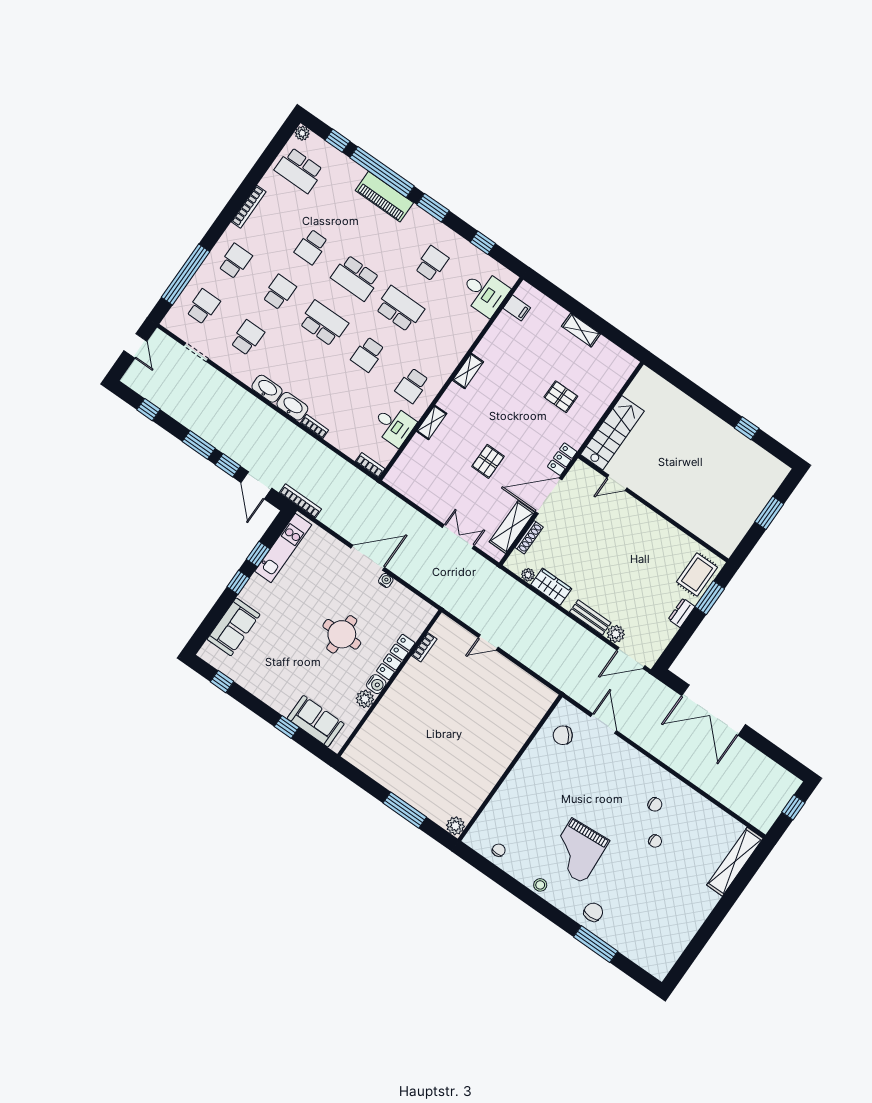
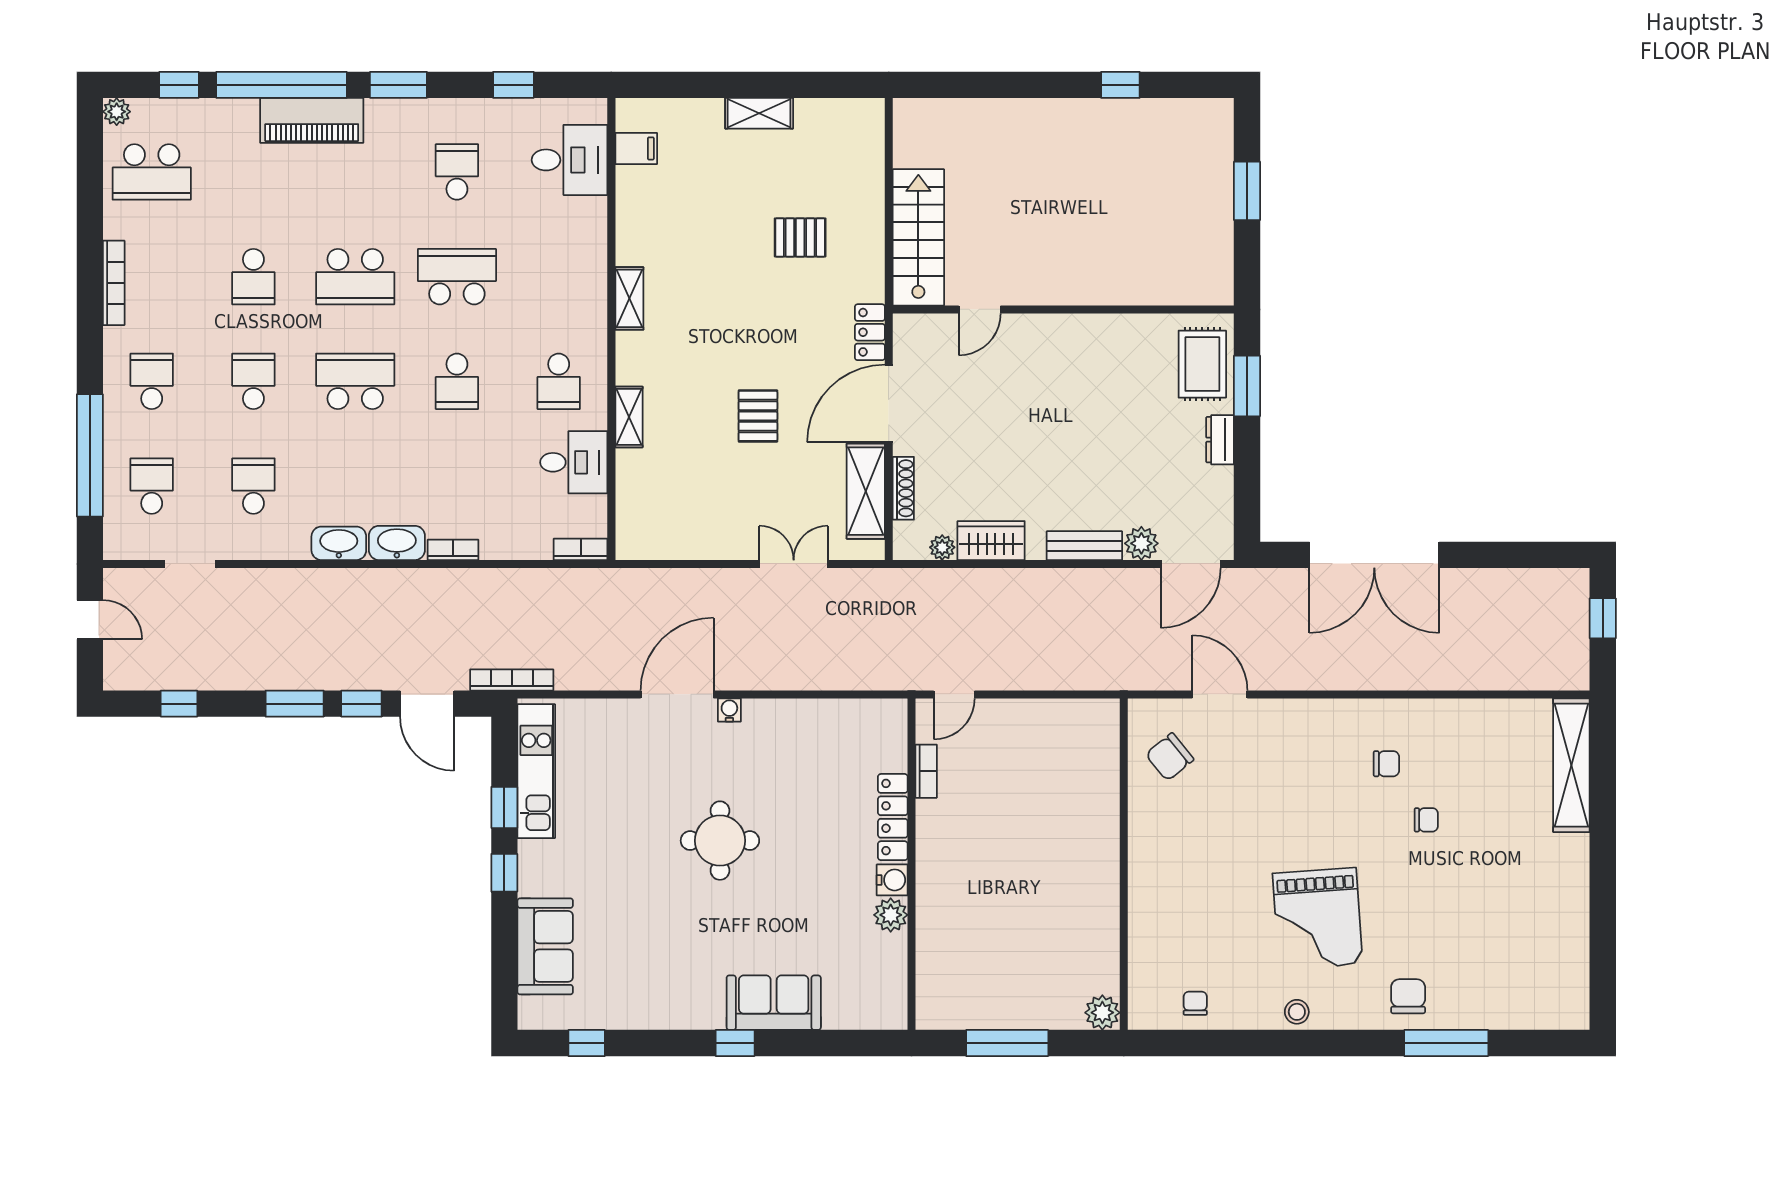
bookcase: (424, 647) -> (926, 771), moved
locker: (396, 657) -> (893, 817), moved
wall: (389, 683) -> (912, 864), moved
water cooler: (376, 684) -> (892, 880), moved
plant: (365, 699) -> (891, 915), moved

